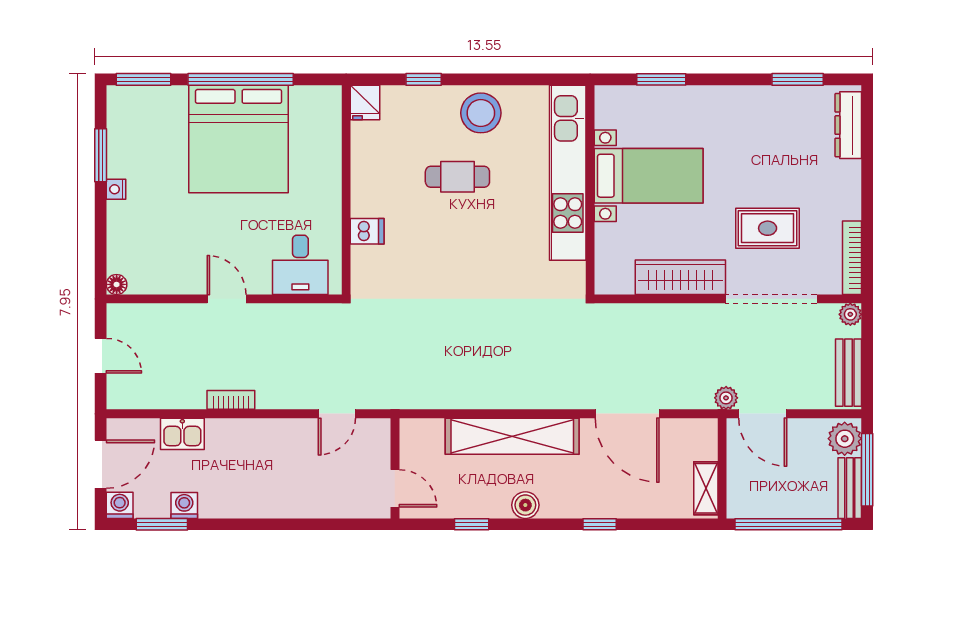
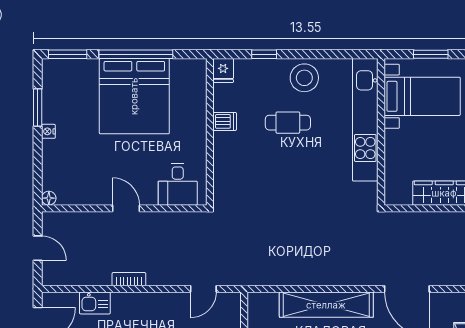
bed with nightstands: (649, 176) -> (422, 96), moved
dishwasher: (367, 231) -> (225, 121), moved

